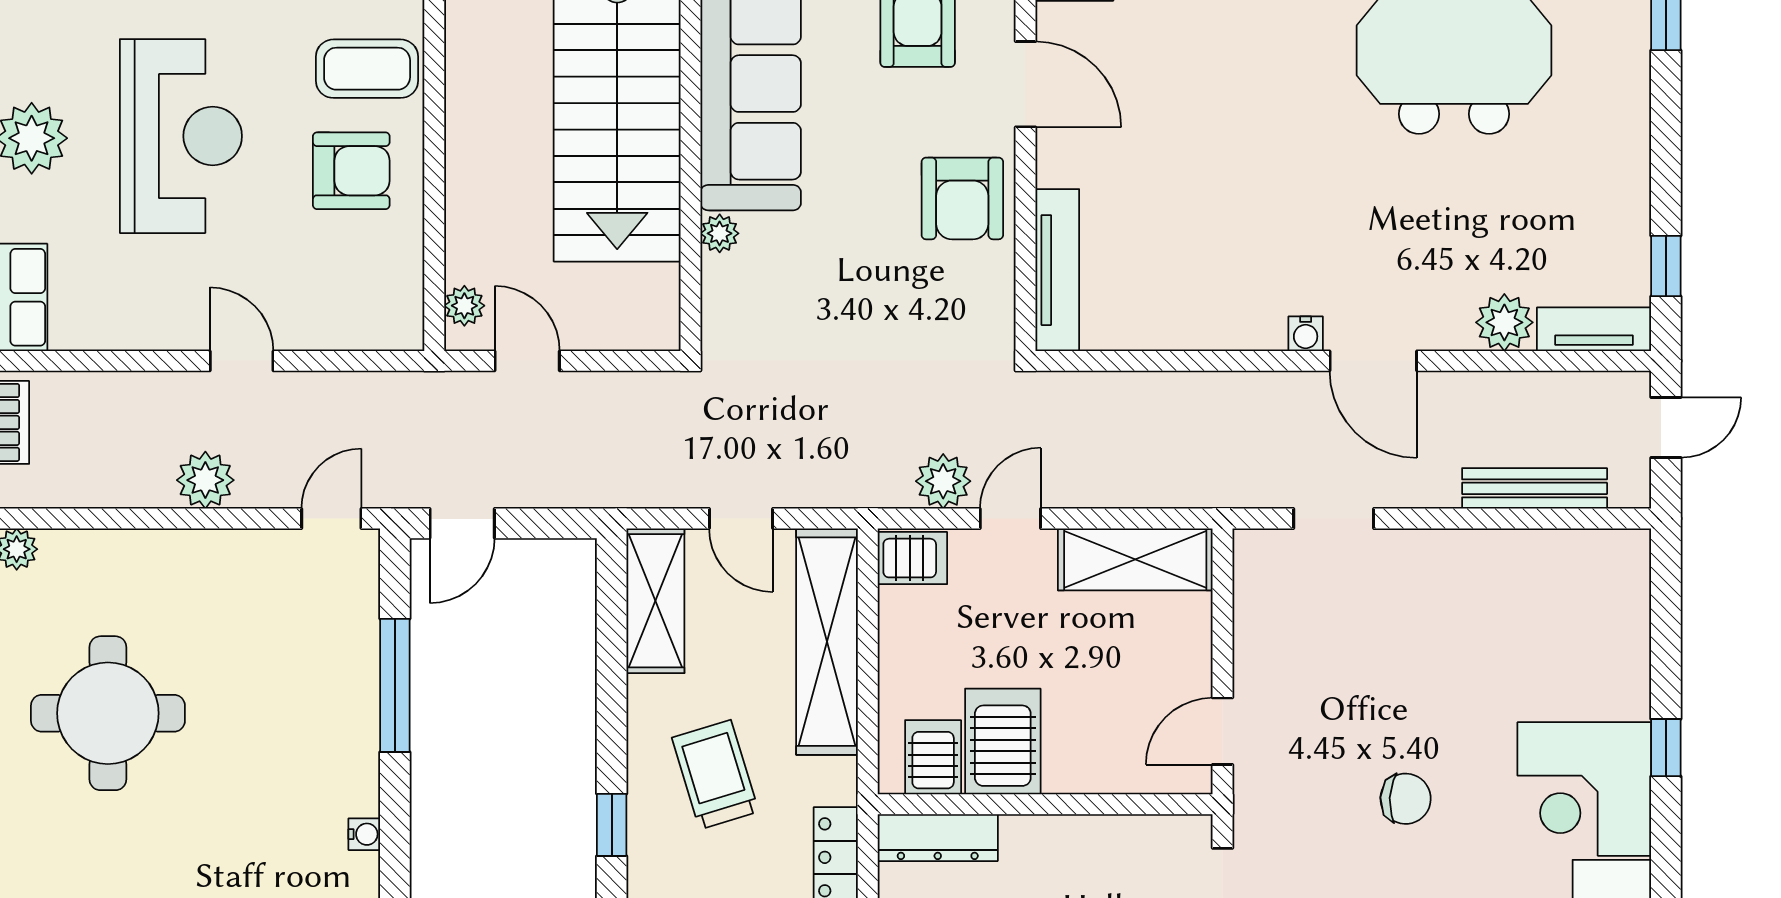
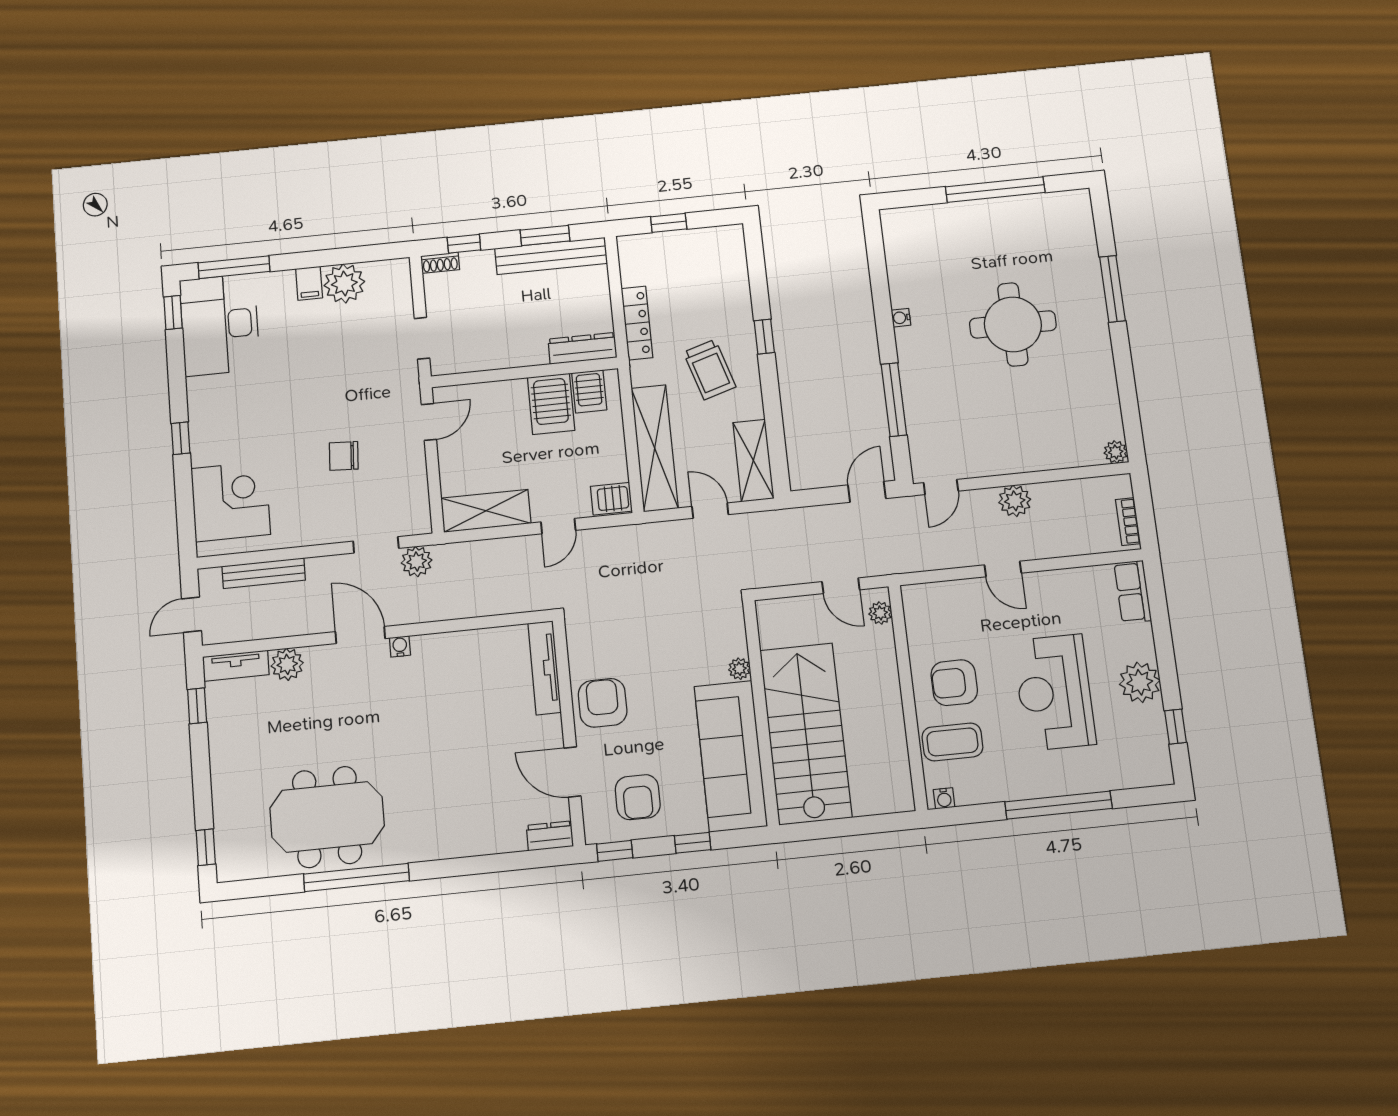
plant: (943, 481) -> (417, 561), moved
round table: (108, 713) -> (1013, 324), moved
corner desk: (1584, 789) -> (231, 501), moved
chair: (1406, 799) -> (344, 456), moved

